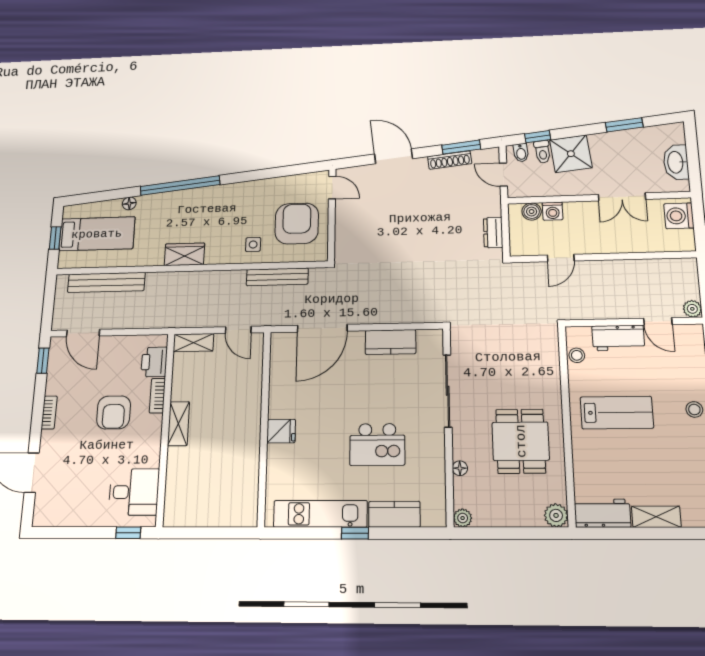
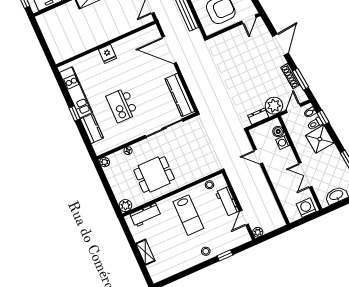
plant: (486, 202) -> (274, 106), added
kitchen counter: (391, 342) -> (180, 95), width x1.50
workbench: (602, 513) -> (146, 215), moved, turned 90

